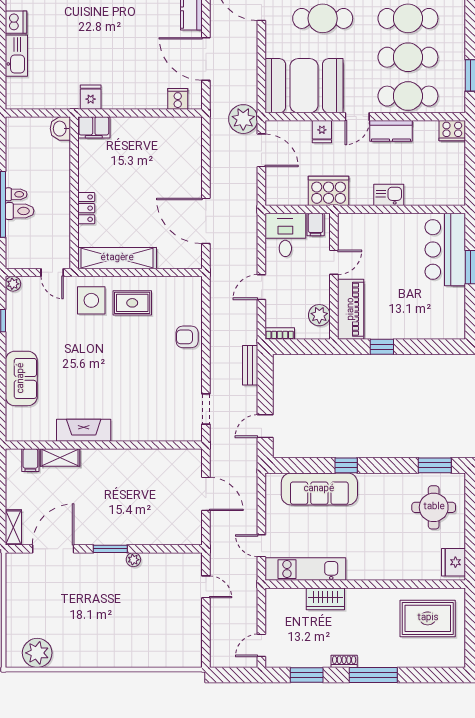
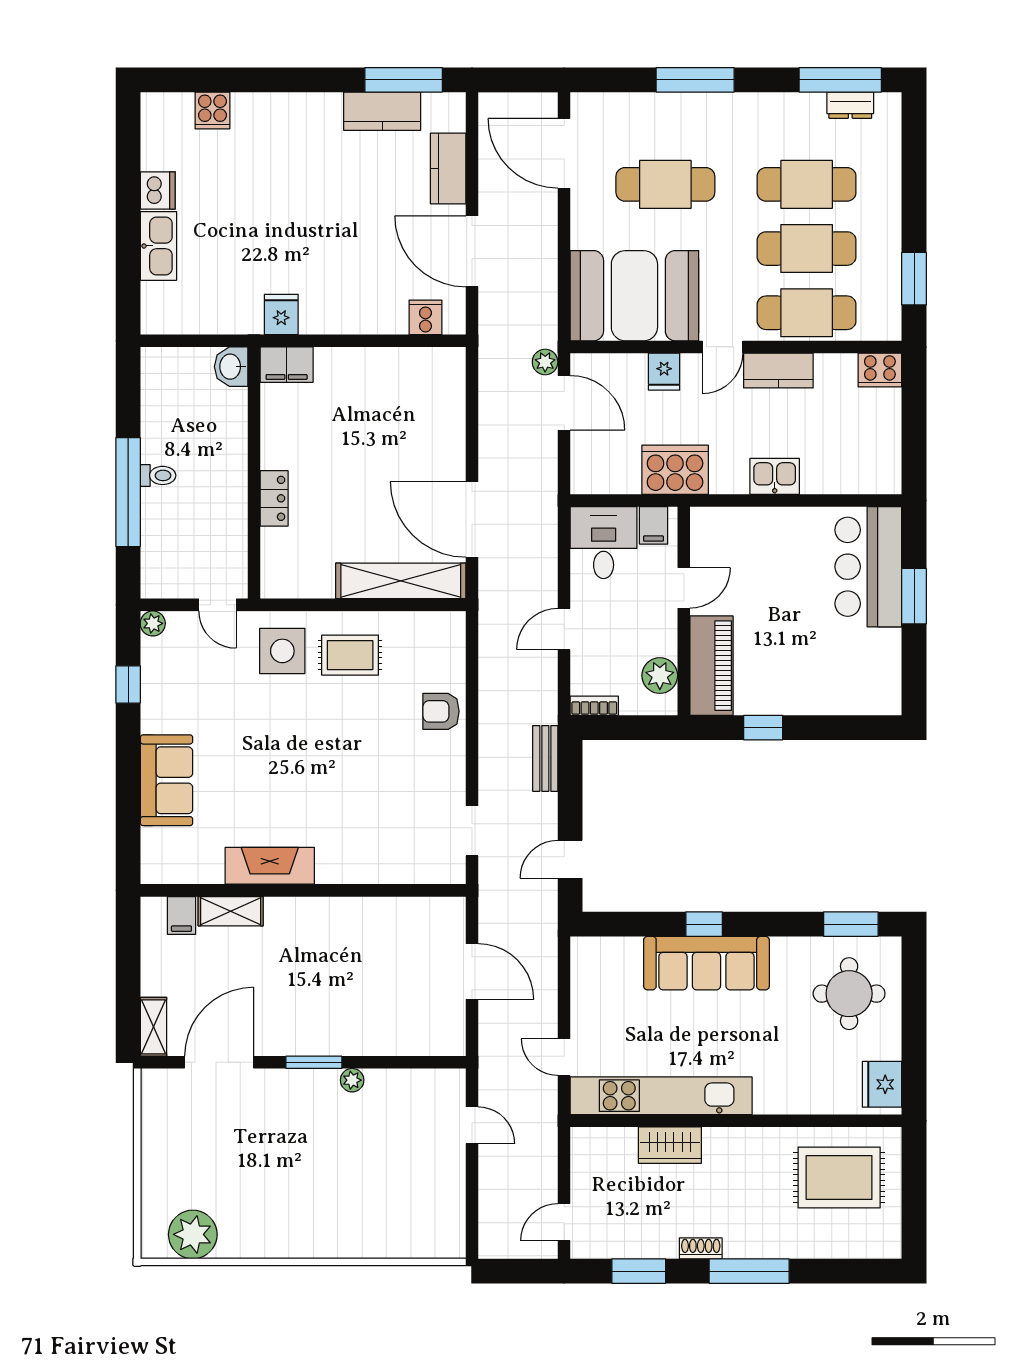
plant: (243, 119) -> (545, 362), width x0.53, depth x0.53
toilet: (20, 211) -> (164, 503), removed
shelving: (117, 258) -> (401, 581), moved
sofa: (319, 489) -> (706, 963), moved
kitchen unit: (305, 569) -> (661, 1096), width x1.36

